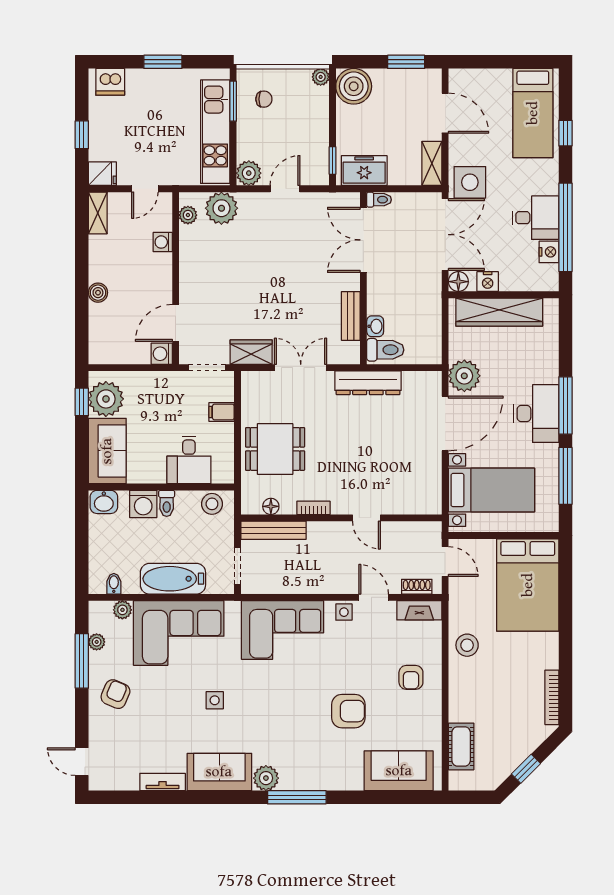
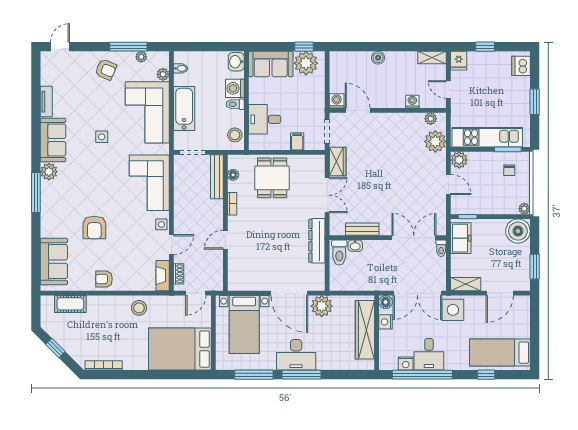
armchair: (411, 677) -> (104, 279), moved

